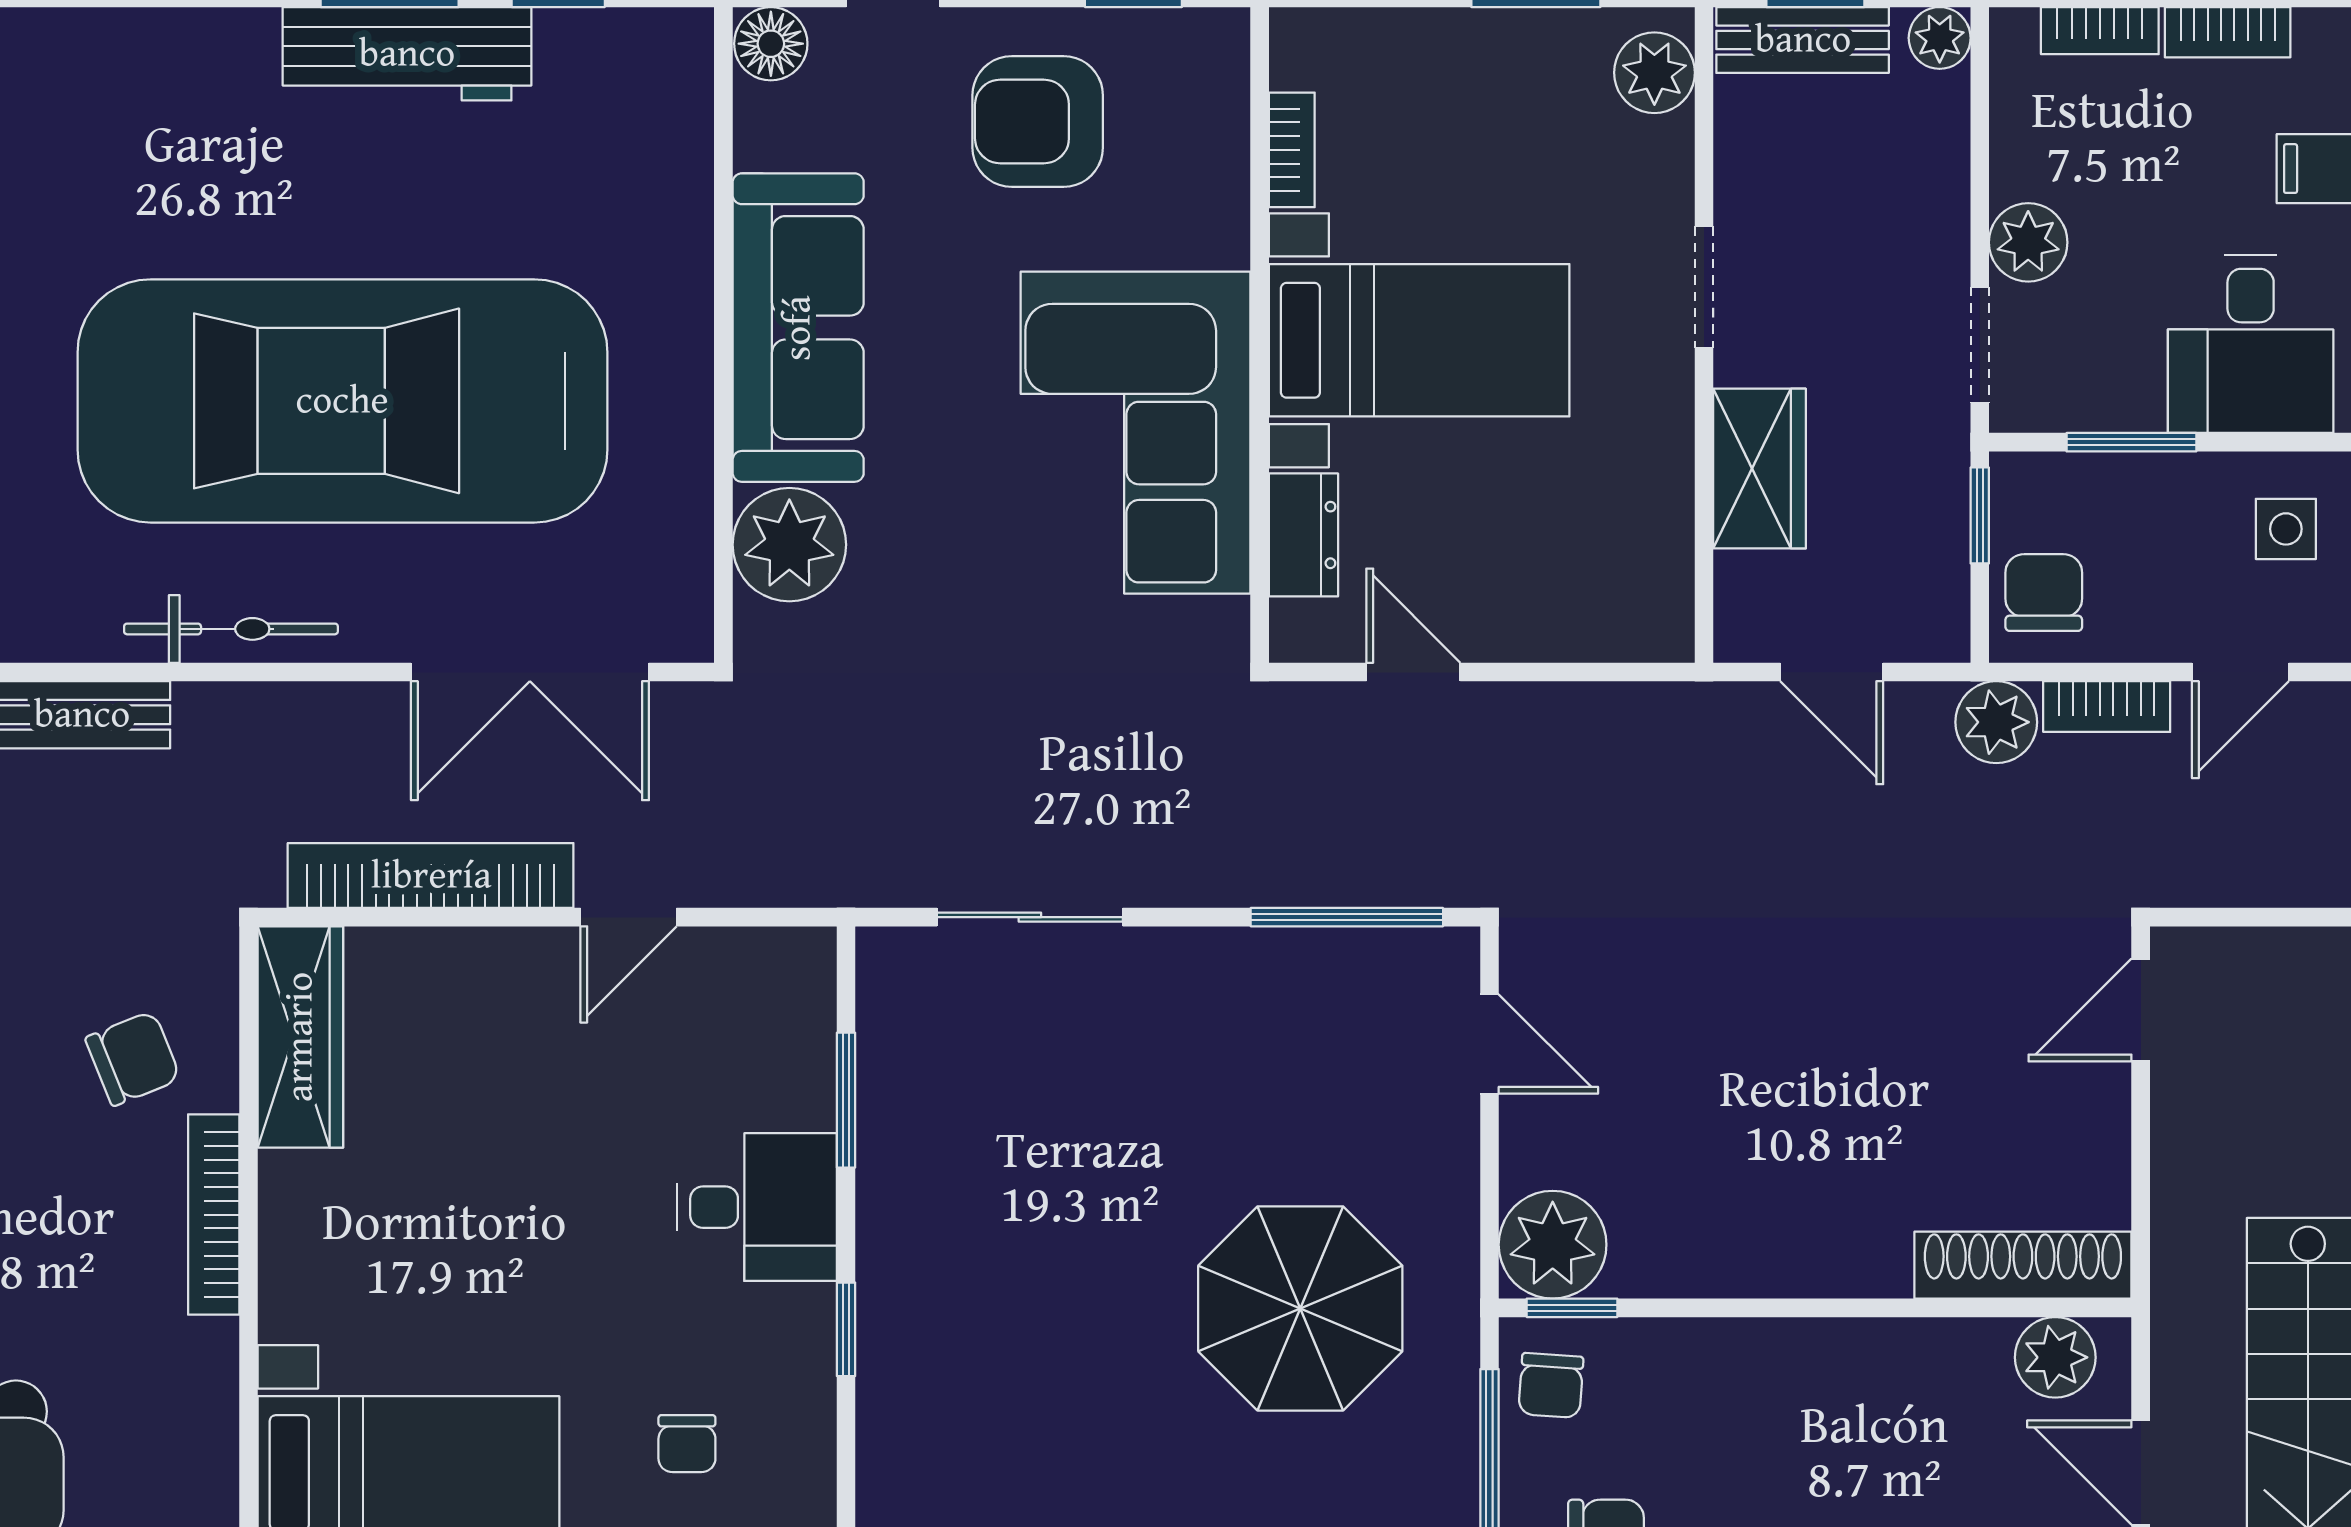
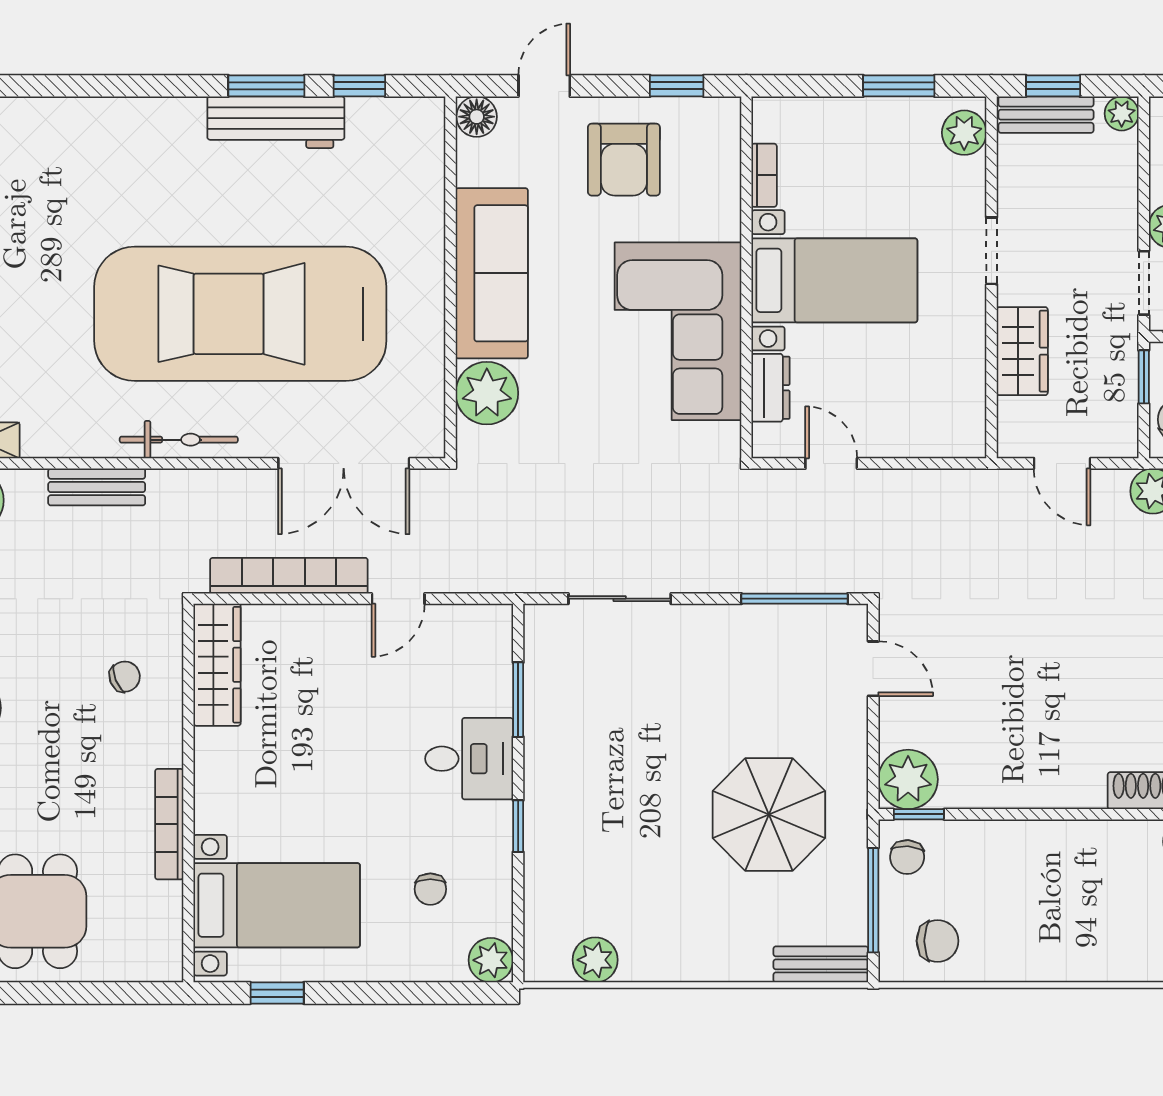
armchair: (1038, 121) -> (624, 160), turned -90
chair: (133, 1058) -> (125, 677), width x0.73, depth x0.73
bookcase: (214, 1215) -> (169, 824), moved

